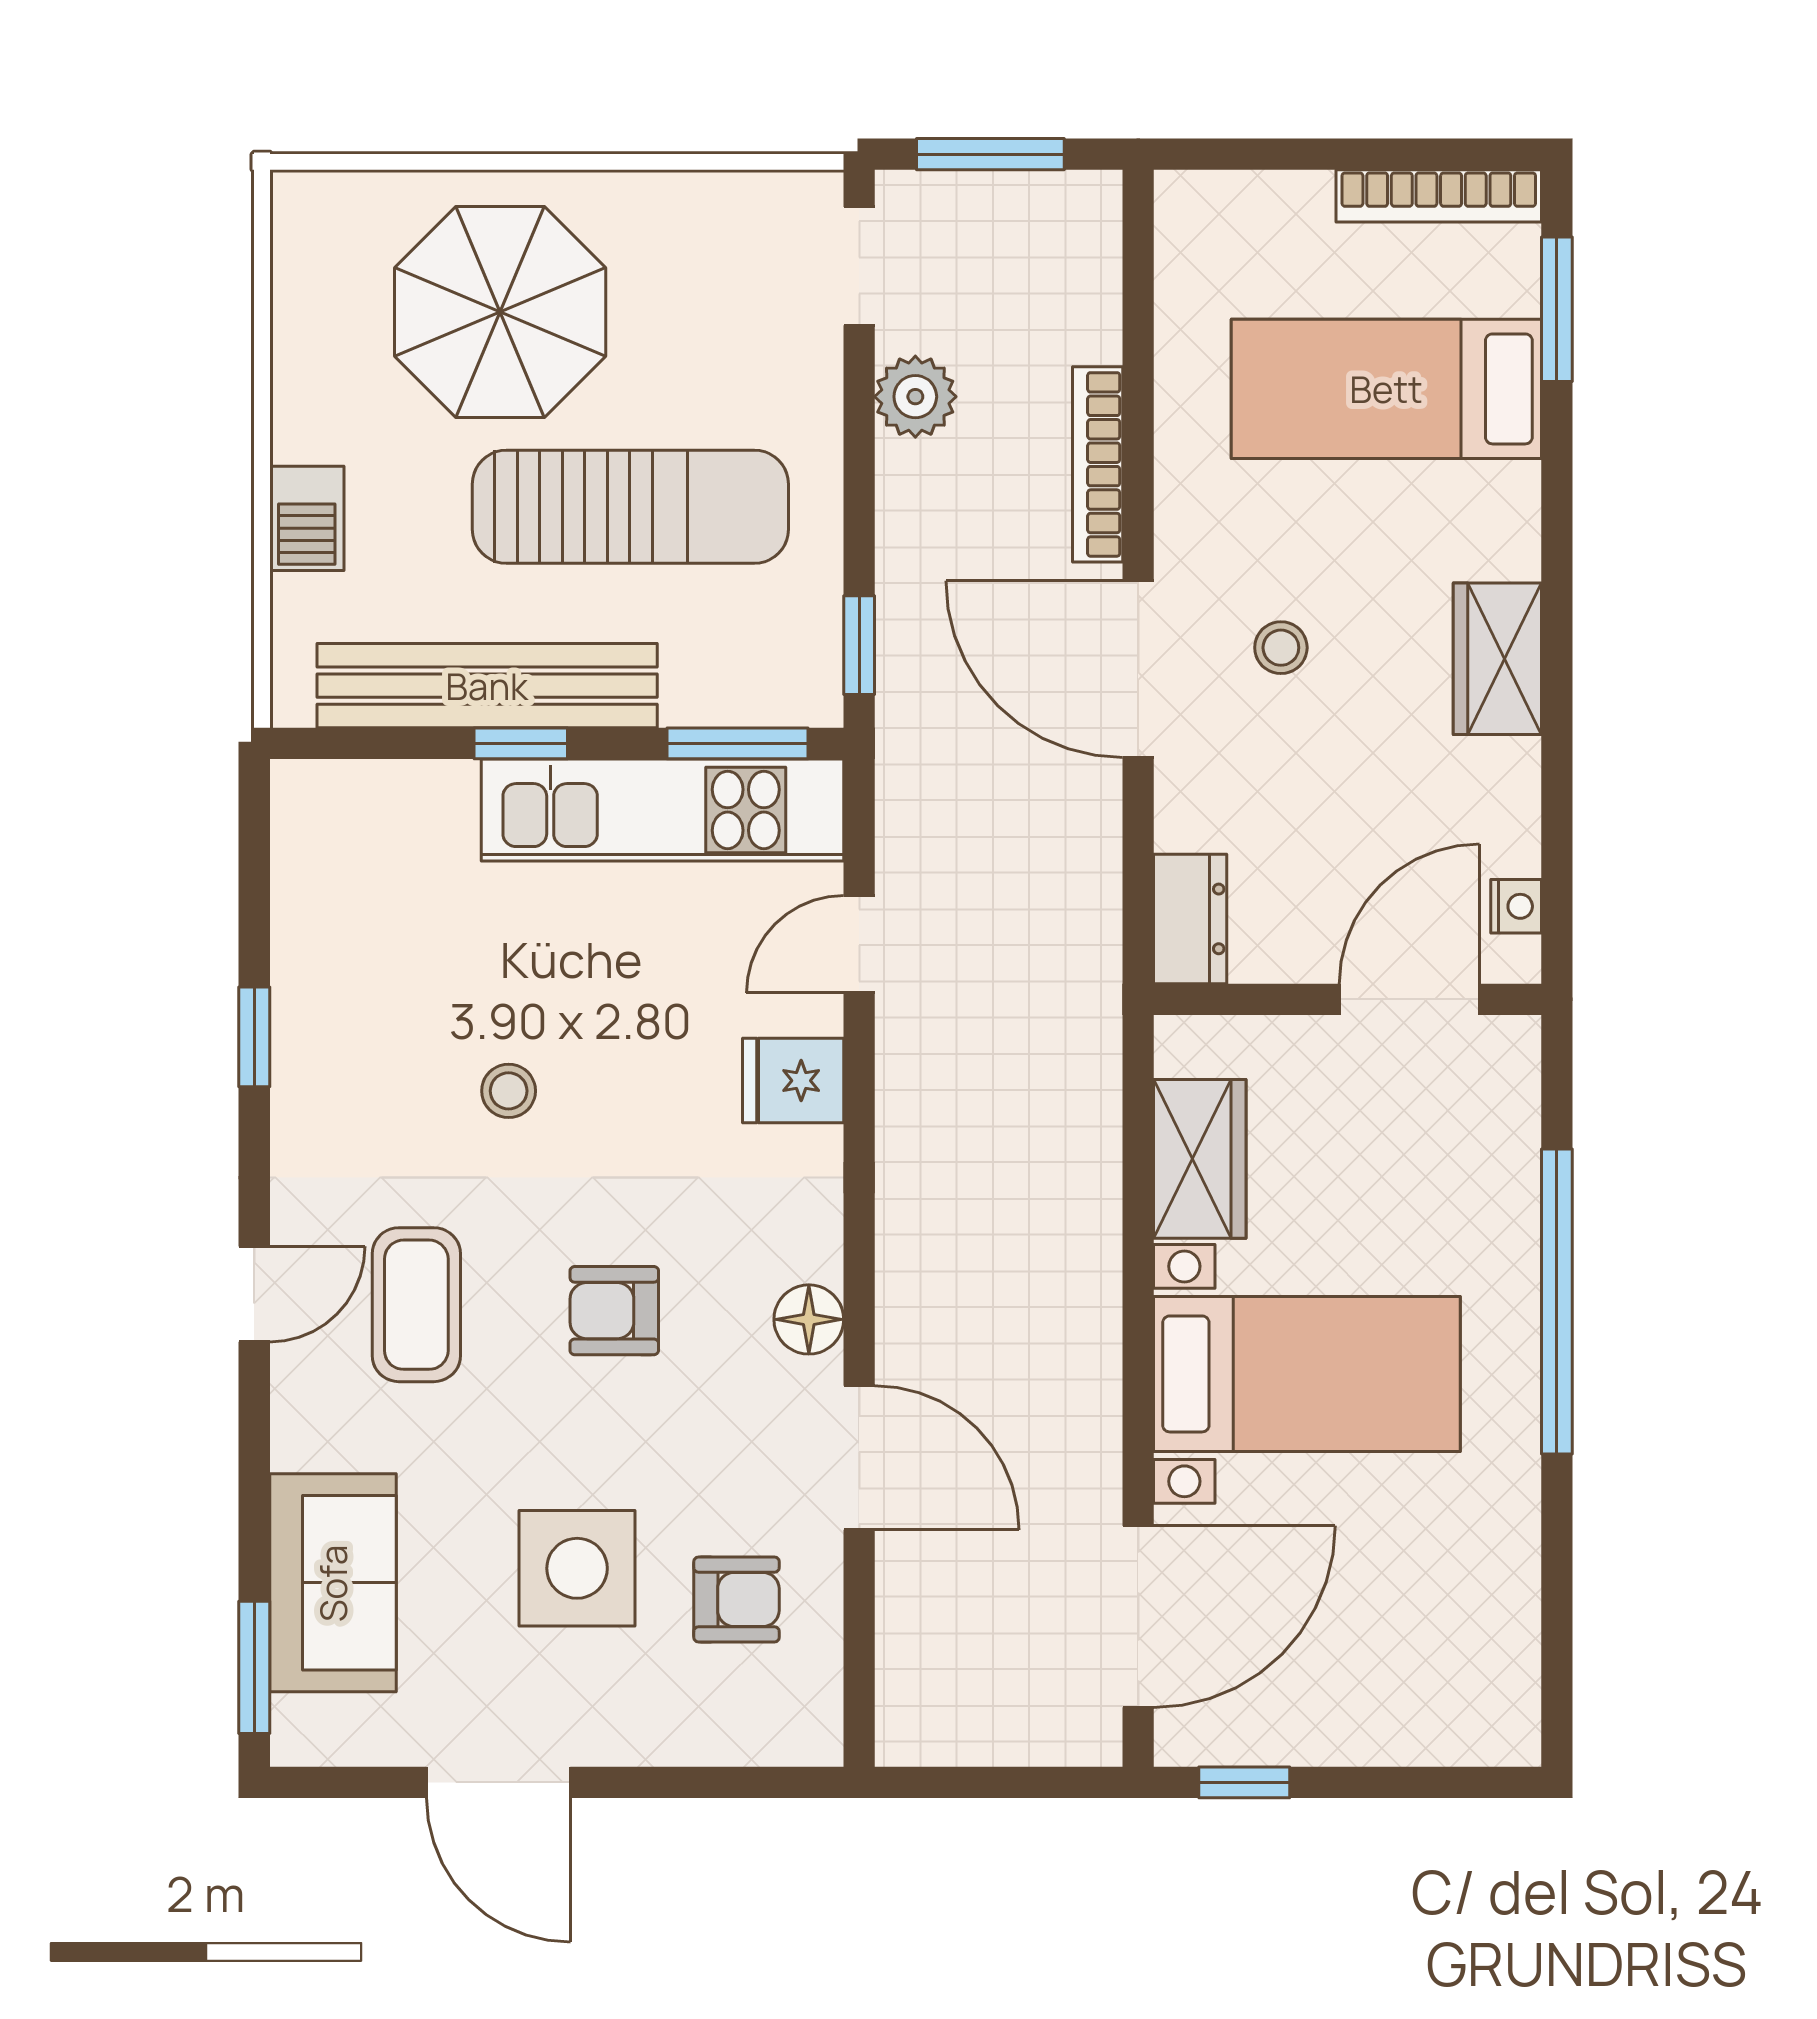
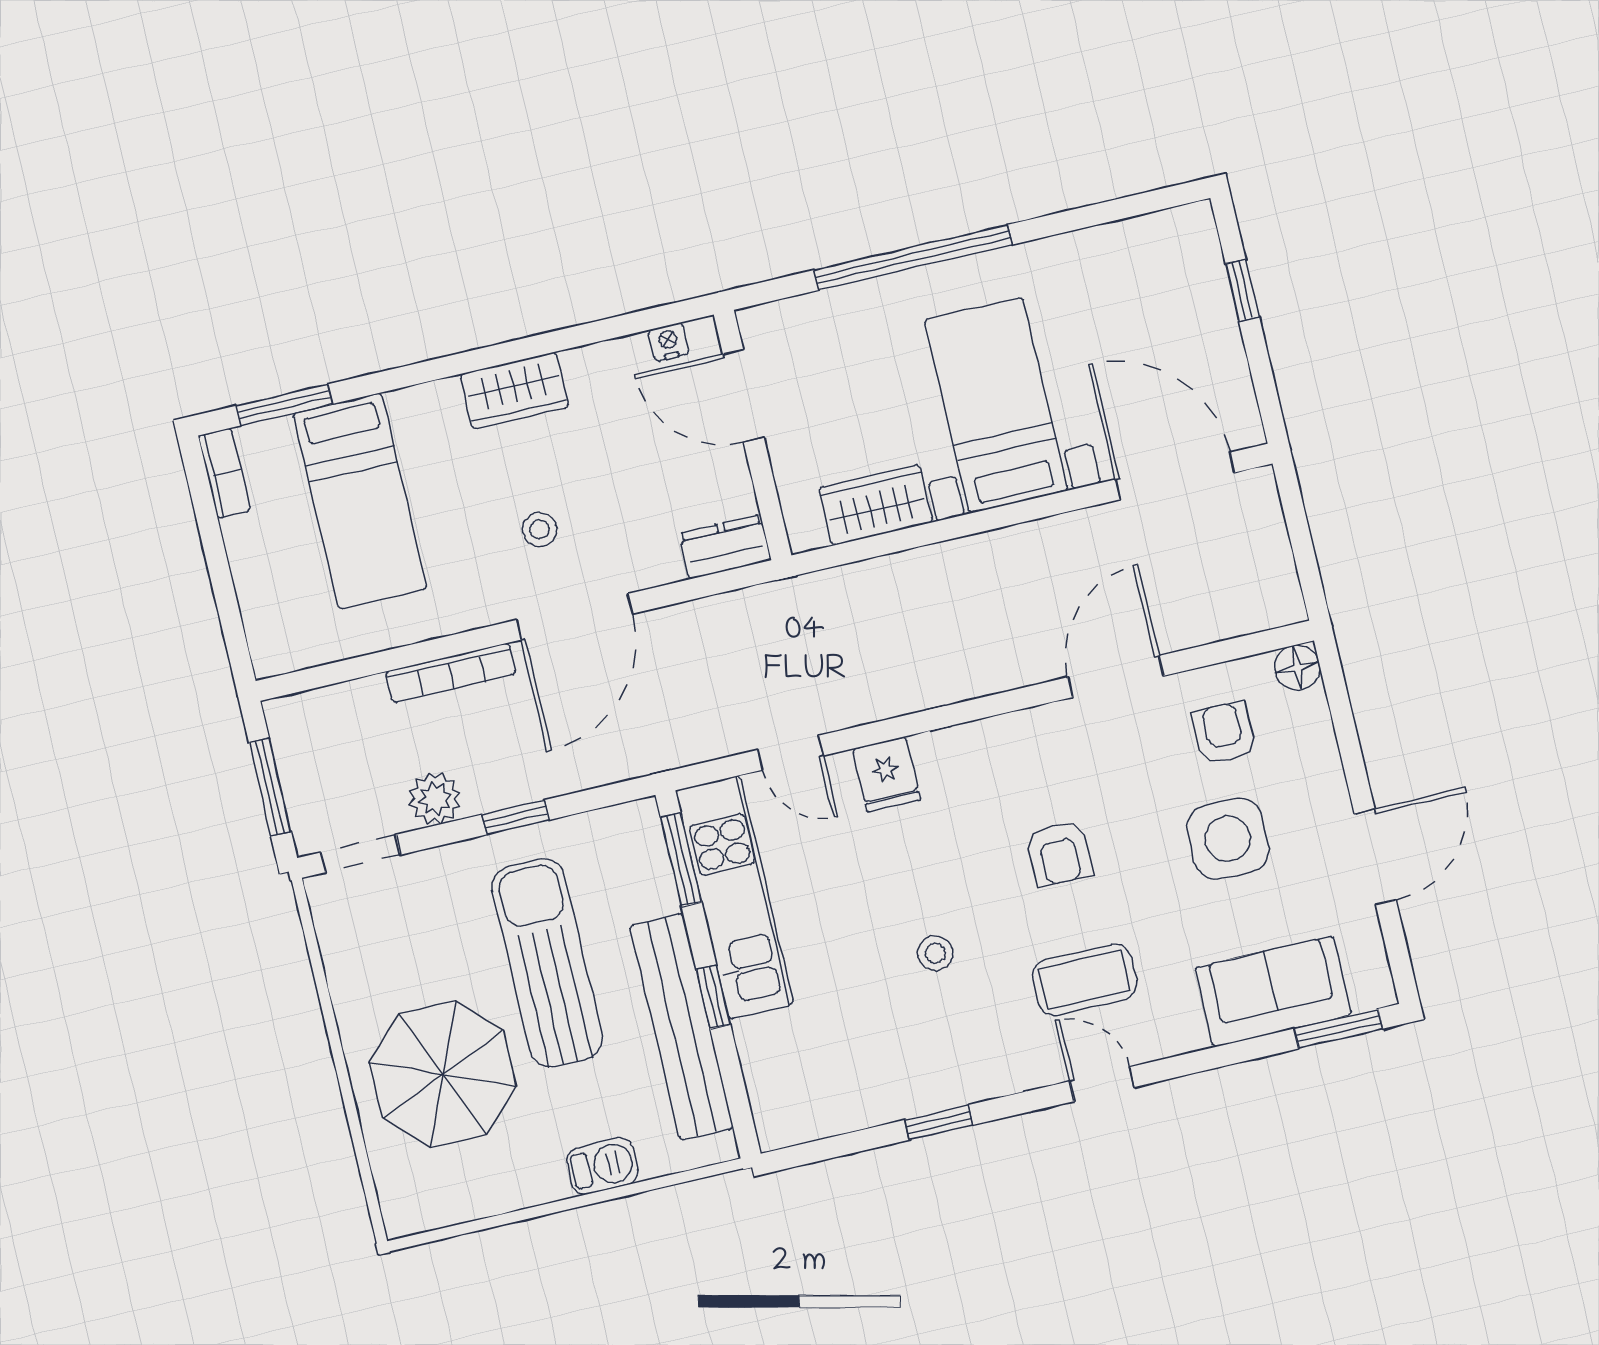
bookcase: (1439, 196) -> (224, 473), width x0.64
window: (859, 645) -> (516, 817), moved
floor lamp: (809, 1319) -> (1297, 668), moved
window: (1244, 1782) -> (1242, 290), moved

